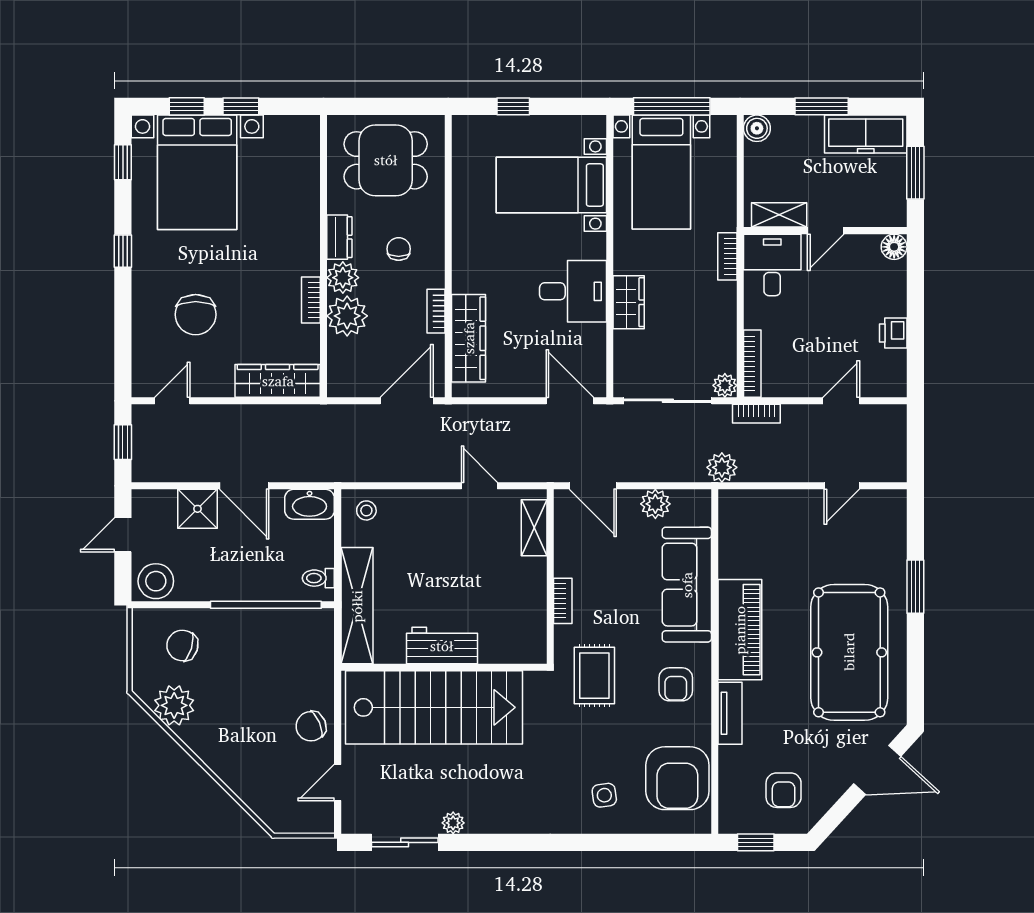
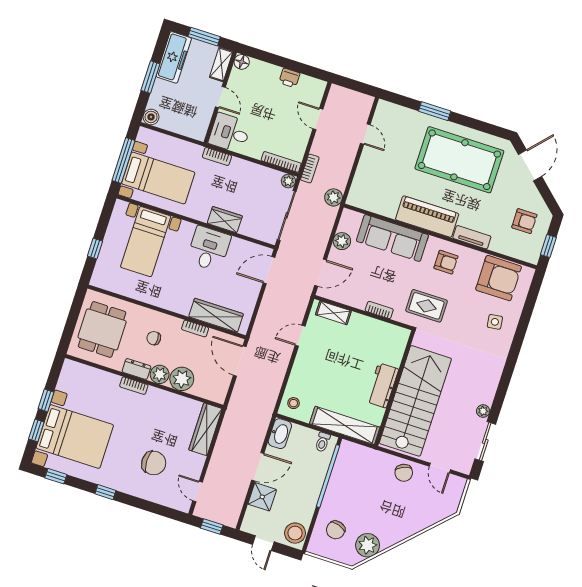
shelving: (779, 215) -> (221, 64), moved
bookcase: (311, 300) -> (134, 386), moved

